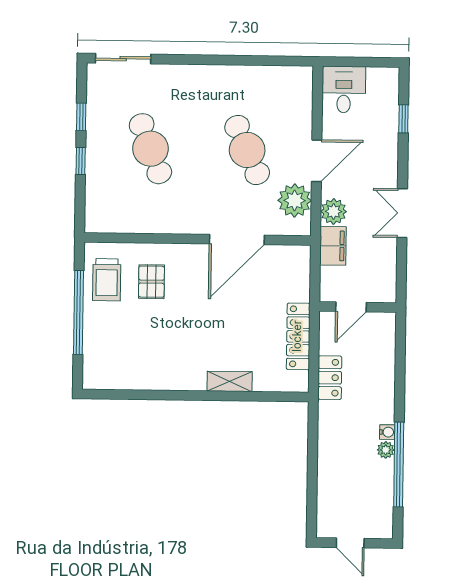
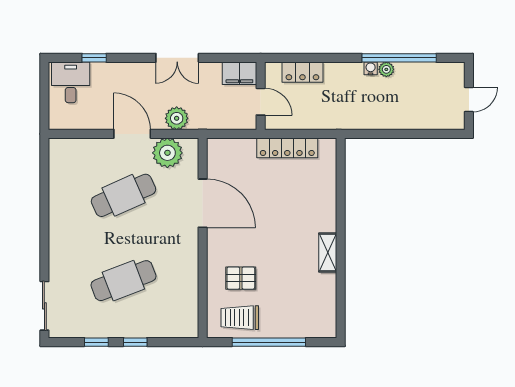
desk: (344, 90) -> (71, 82), moved, turned 90
filing cabinet: (333, 246) -> (239, 73), moved, turned 180
trolley: (107, 280) -> (240, 318), turned 180
locker: (330, 378) -> (302, 72), moved, turned 180
shelving: (230, 381) -> (328, 252), moved

